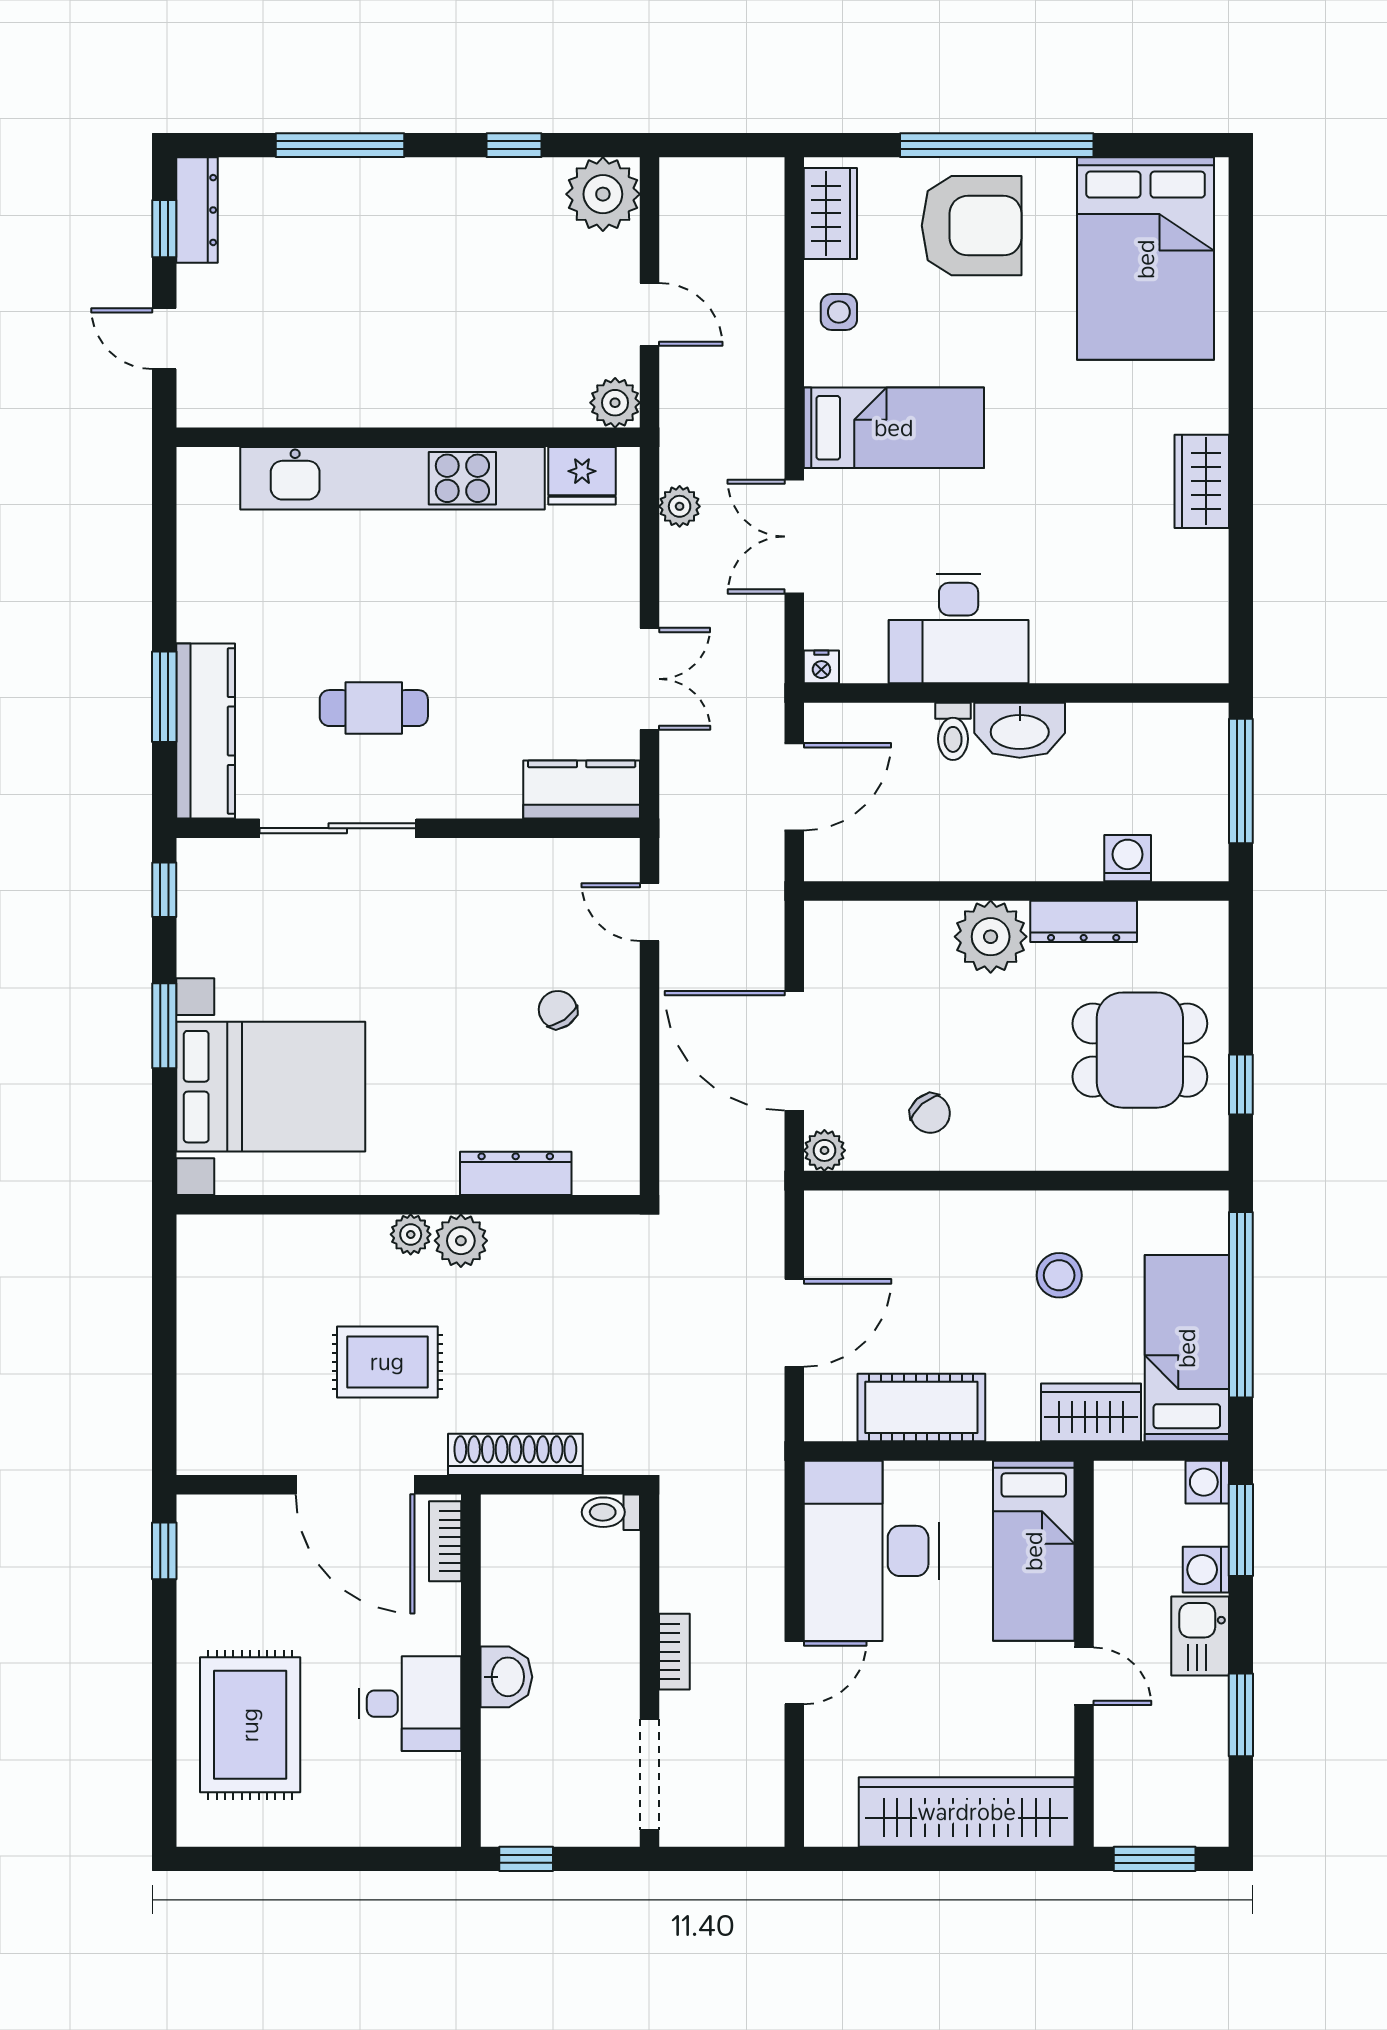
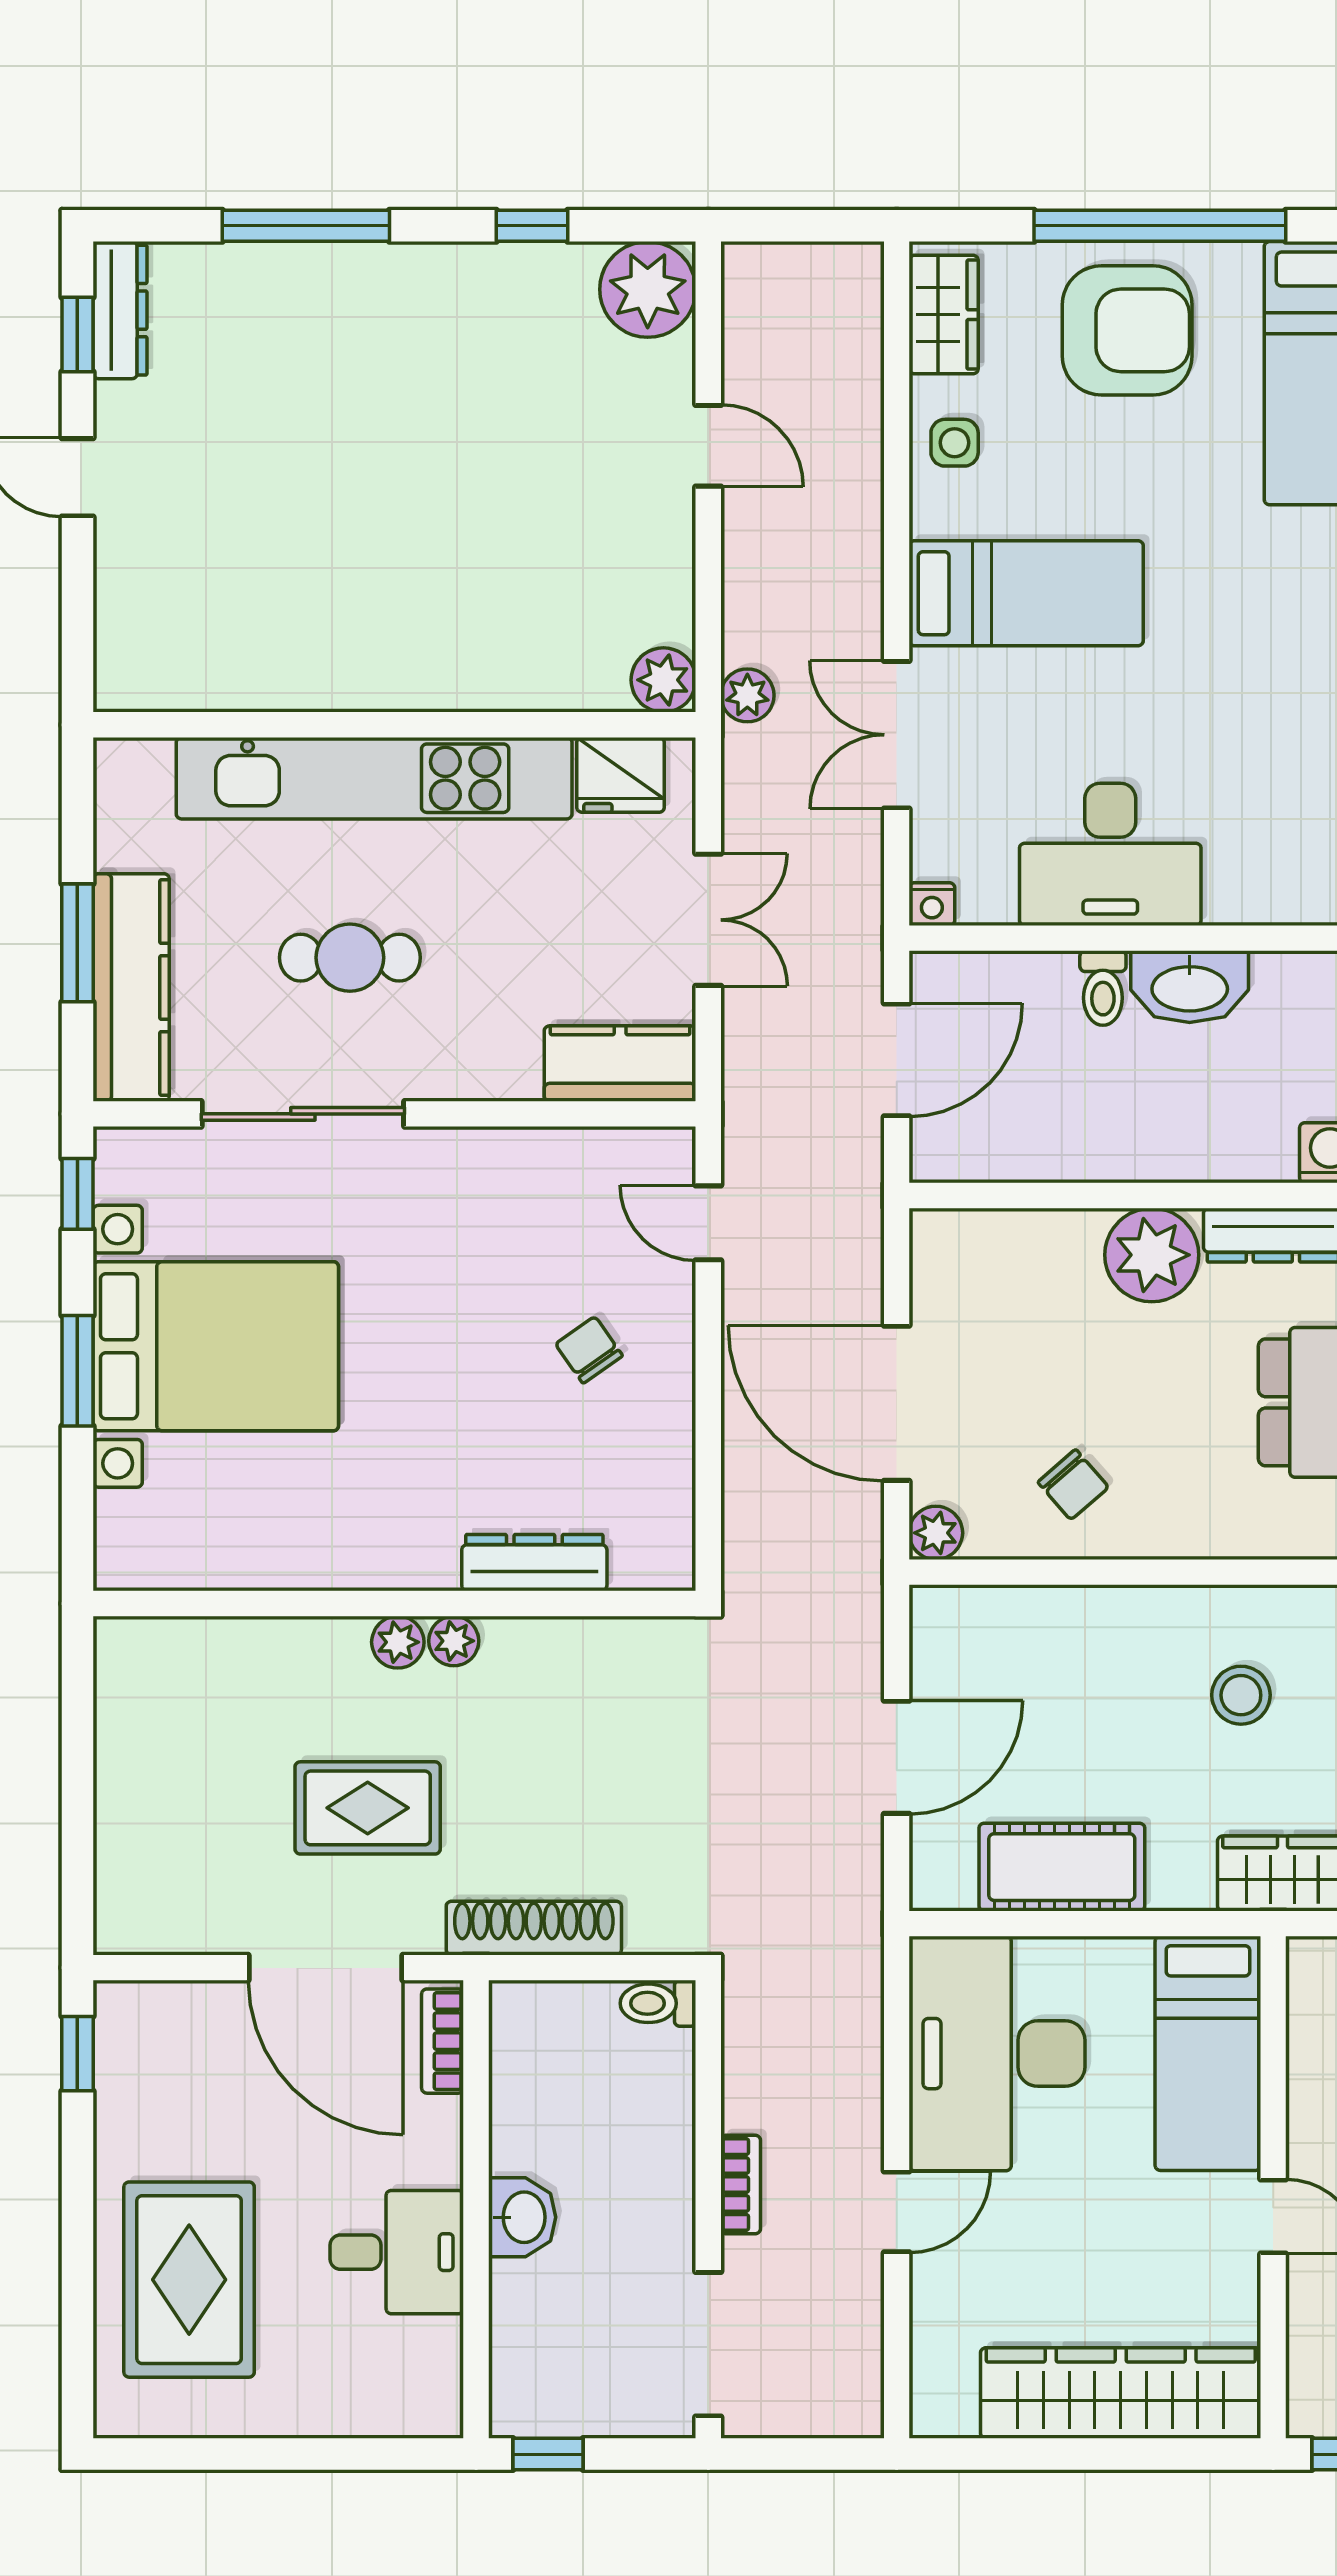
plant: (615, 403) -> (663, 680), moved
wall: (408, 437) -> (394, 725), moved
fridge: (582, 476) -> (621, 775), moved
kitchen unit: (392, 478) -> (374, 778), moved
bed with nightstands: (271, 1087) -> (216, 1346), moved
plant: (461, 1241) -> (454, 1641), width x0.73, depth x0.73

